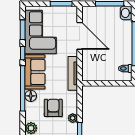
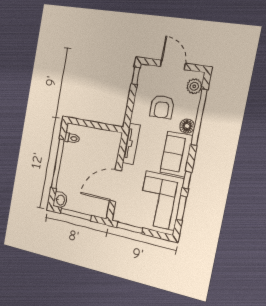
door: (80, 36) -> (115, 186), hinge flipped
window: (23, 88) -> (199, 117), moved
plant: (73, 118) -> (141, 91), removed

